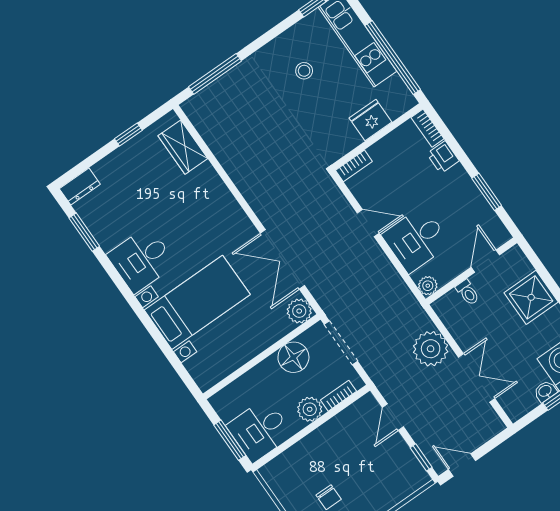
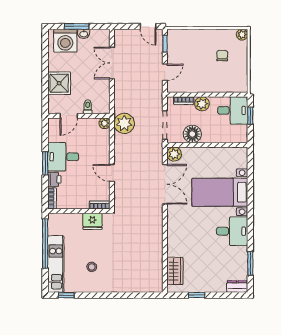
window: (215, 74) -> (135, 295), removed
fridge: (370, 120) -> (92, 221), moved
window: (487, 192) -> (45, 163), moved
desk: (416, 239) -> (63, 157), moved, turned 180
plant: (431, 349) -> (124, 123), moved
window: (230, 440) -> (250, 116), width x0.67

